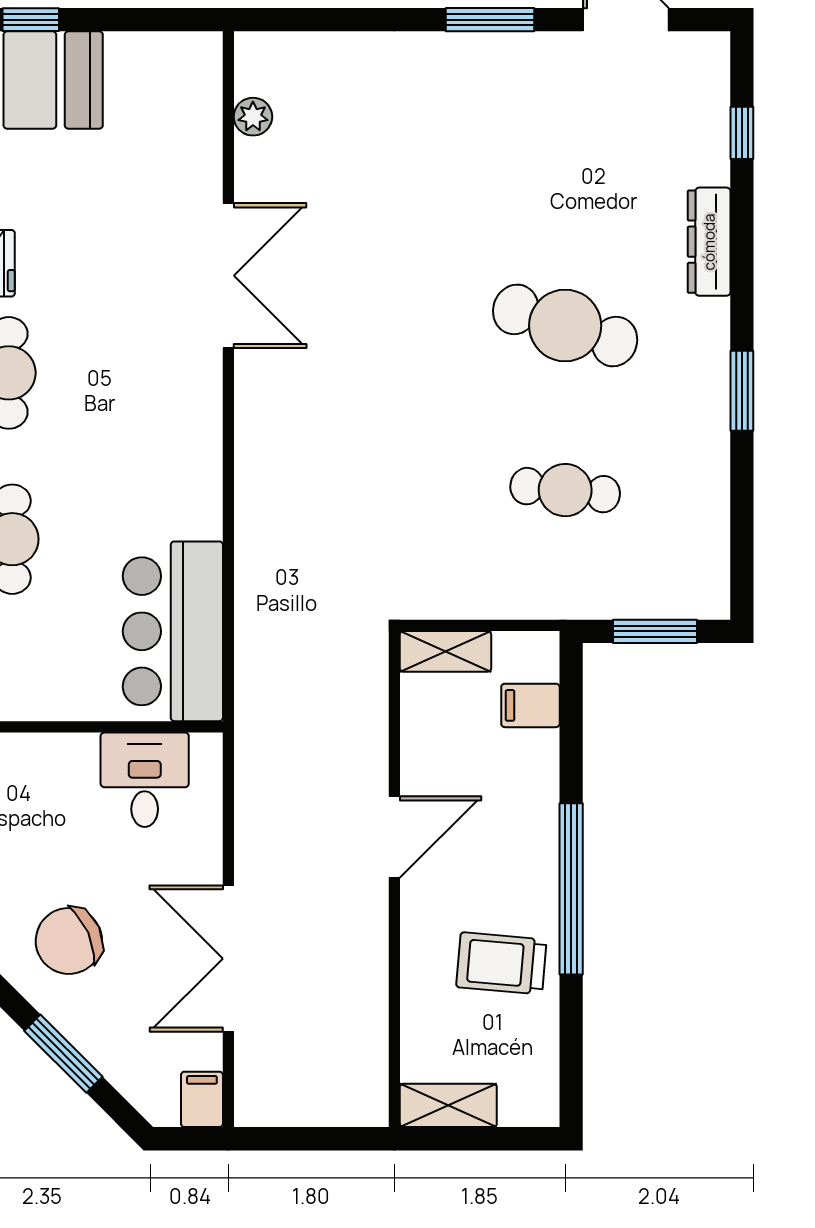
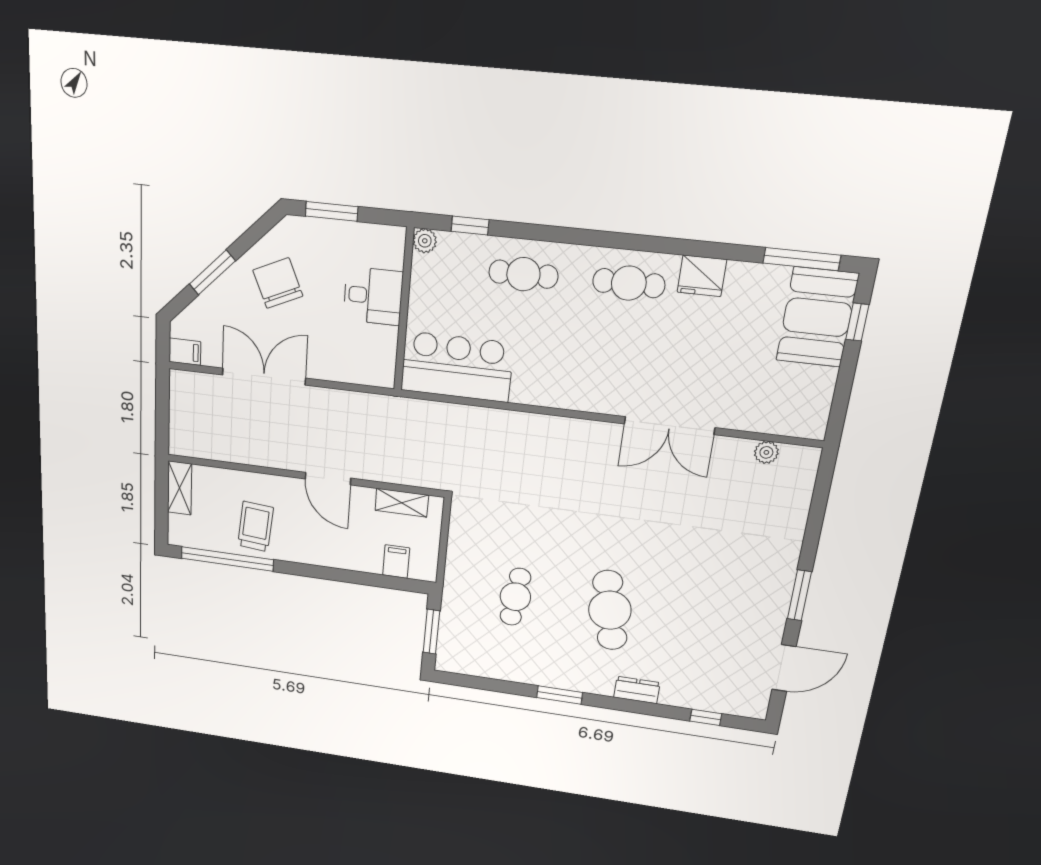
dresser: (709, 242) -> (637, 690), width x0.70
cafe table: (565, 325) -> (610, 610), turned -30
shelving: (445, 651) -> (402, 503), moved, turned 90
desk: (145, 780) -> (373, 296), moved
window: (571, 889) -> (227, 559), moved

